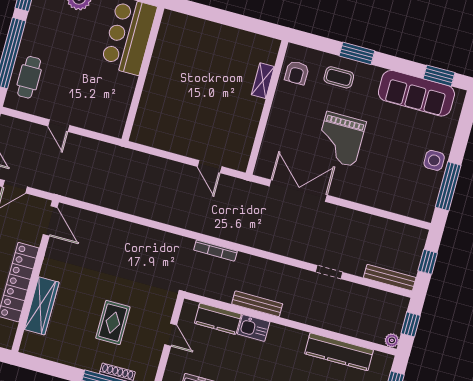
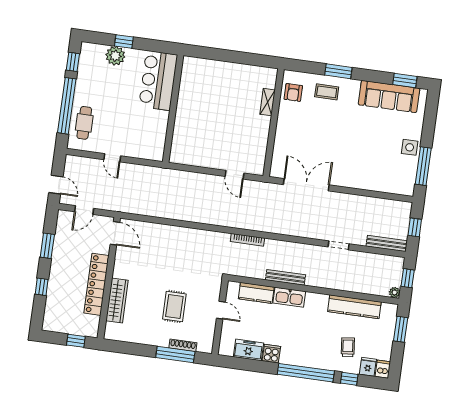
grand piano: (341, 139) -> (334, 140), removed
kitchen sink: (254, 328) -> (289, 297), width x1.38

